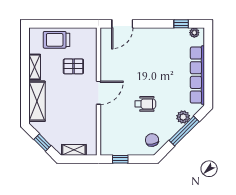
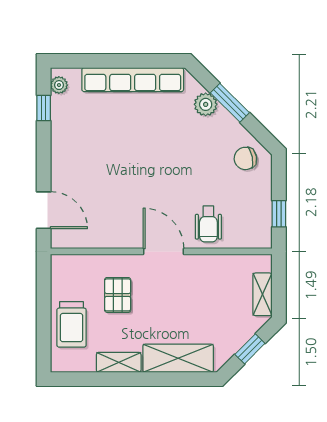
wheelchair: (145, 104) -> (208, 224), moved, turned 180
window: (184, 131) -> (230, 103), width x0.69

